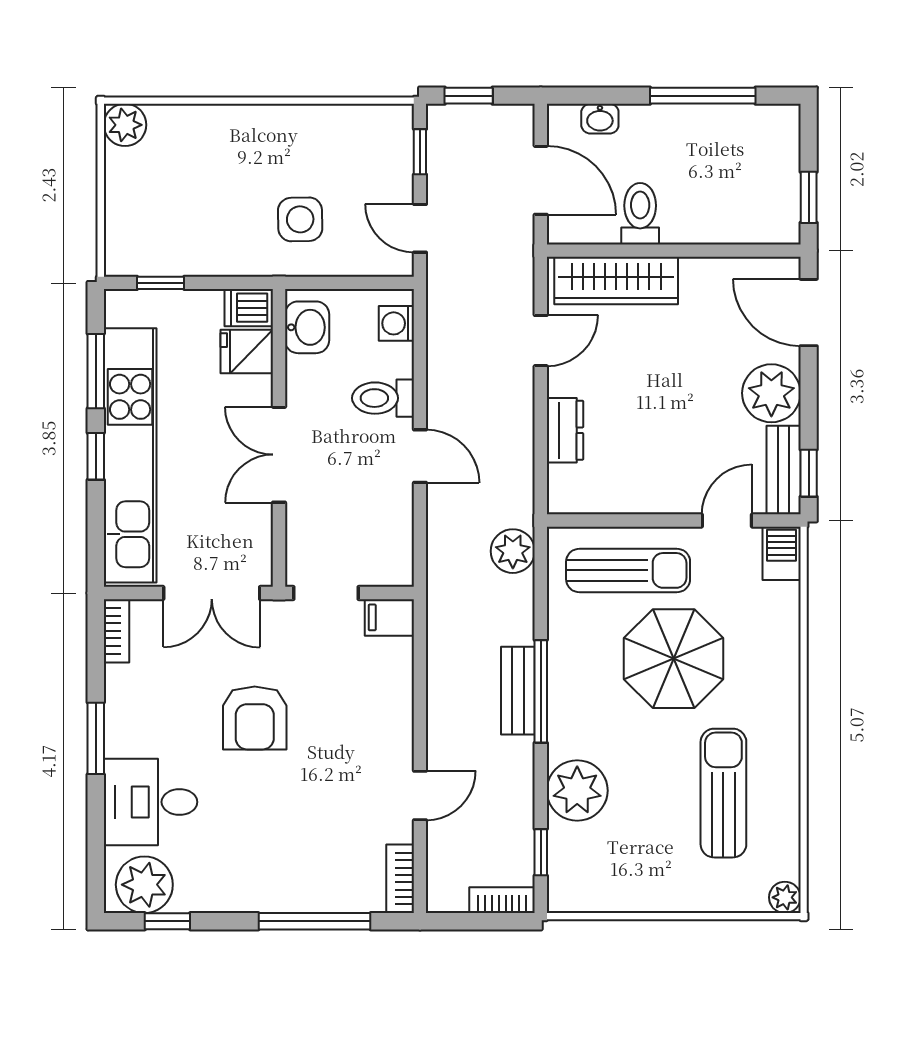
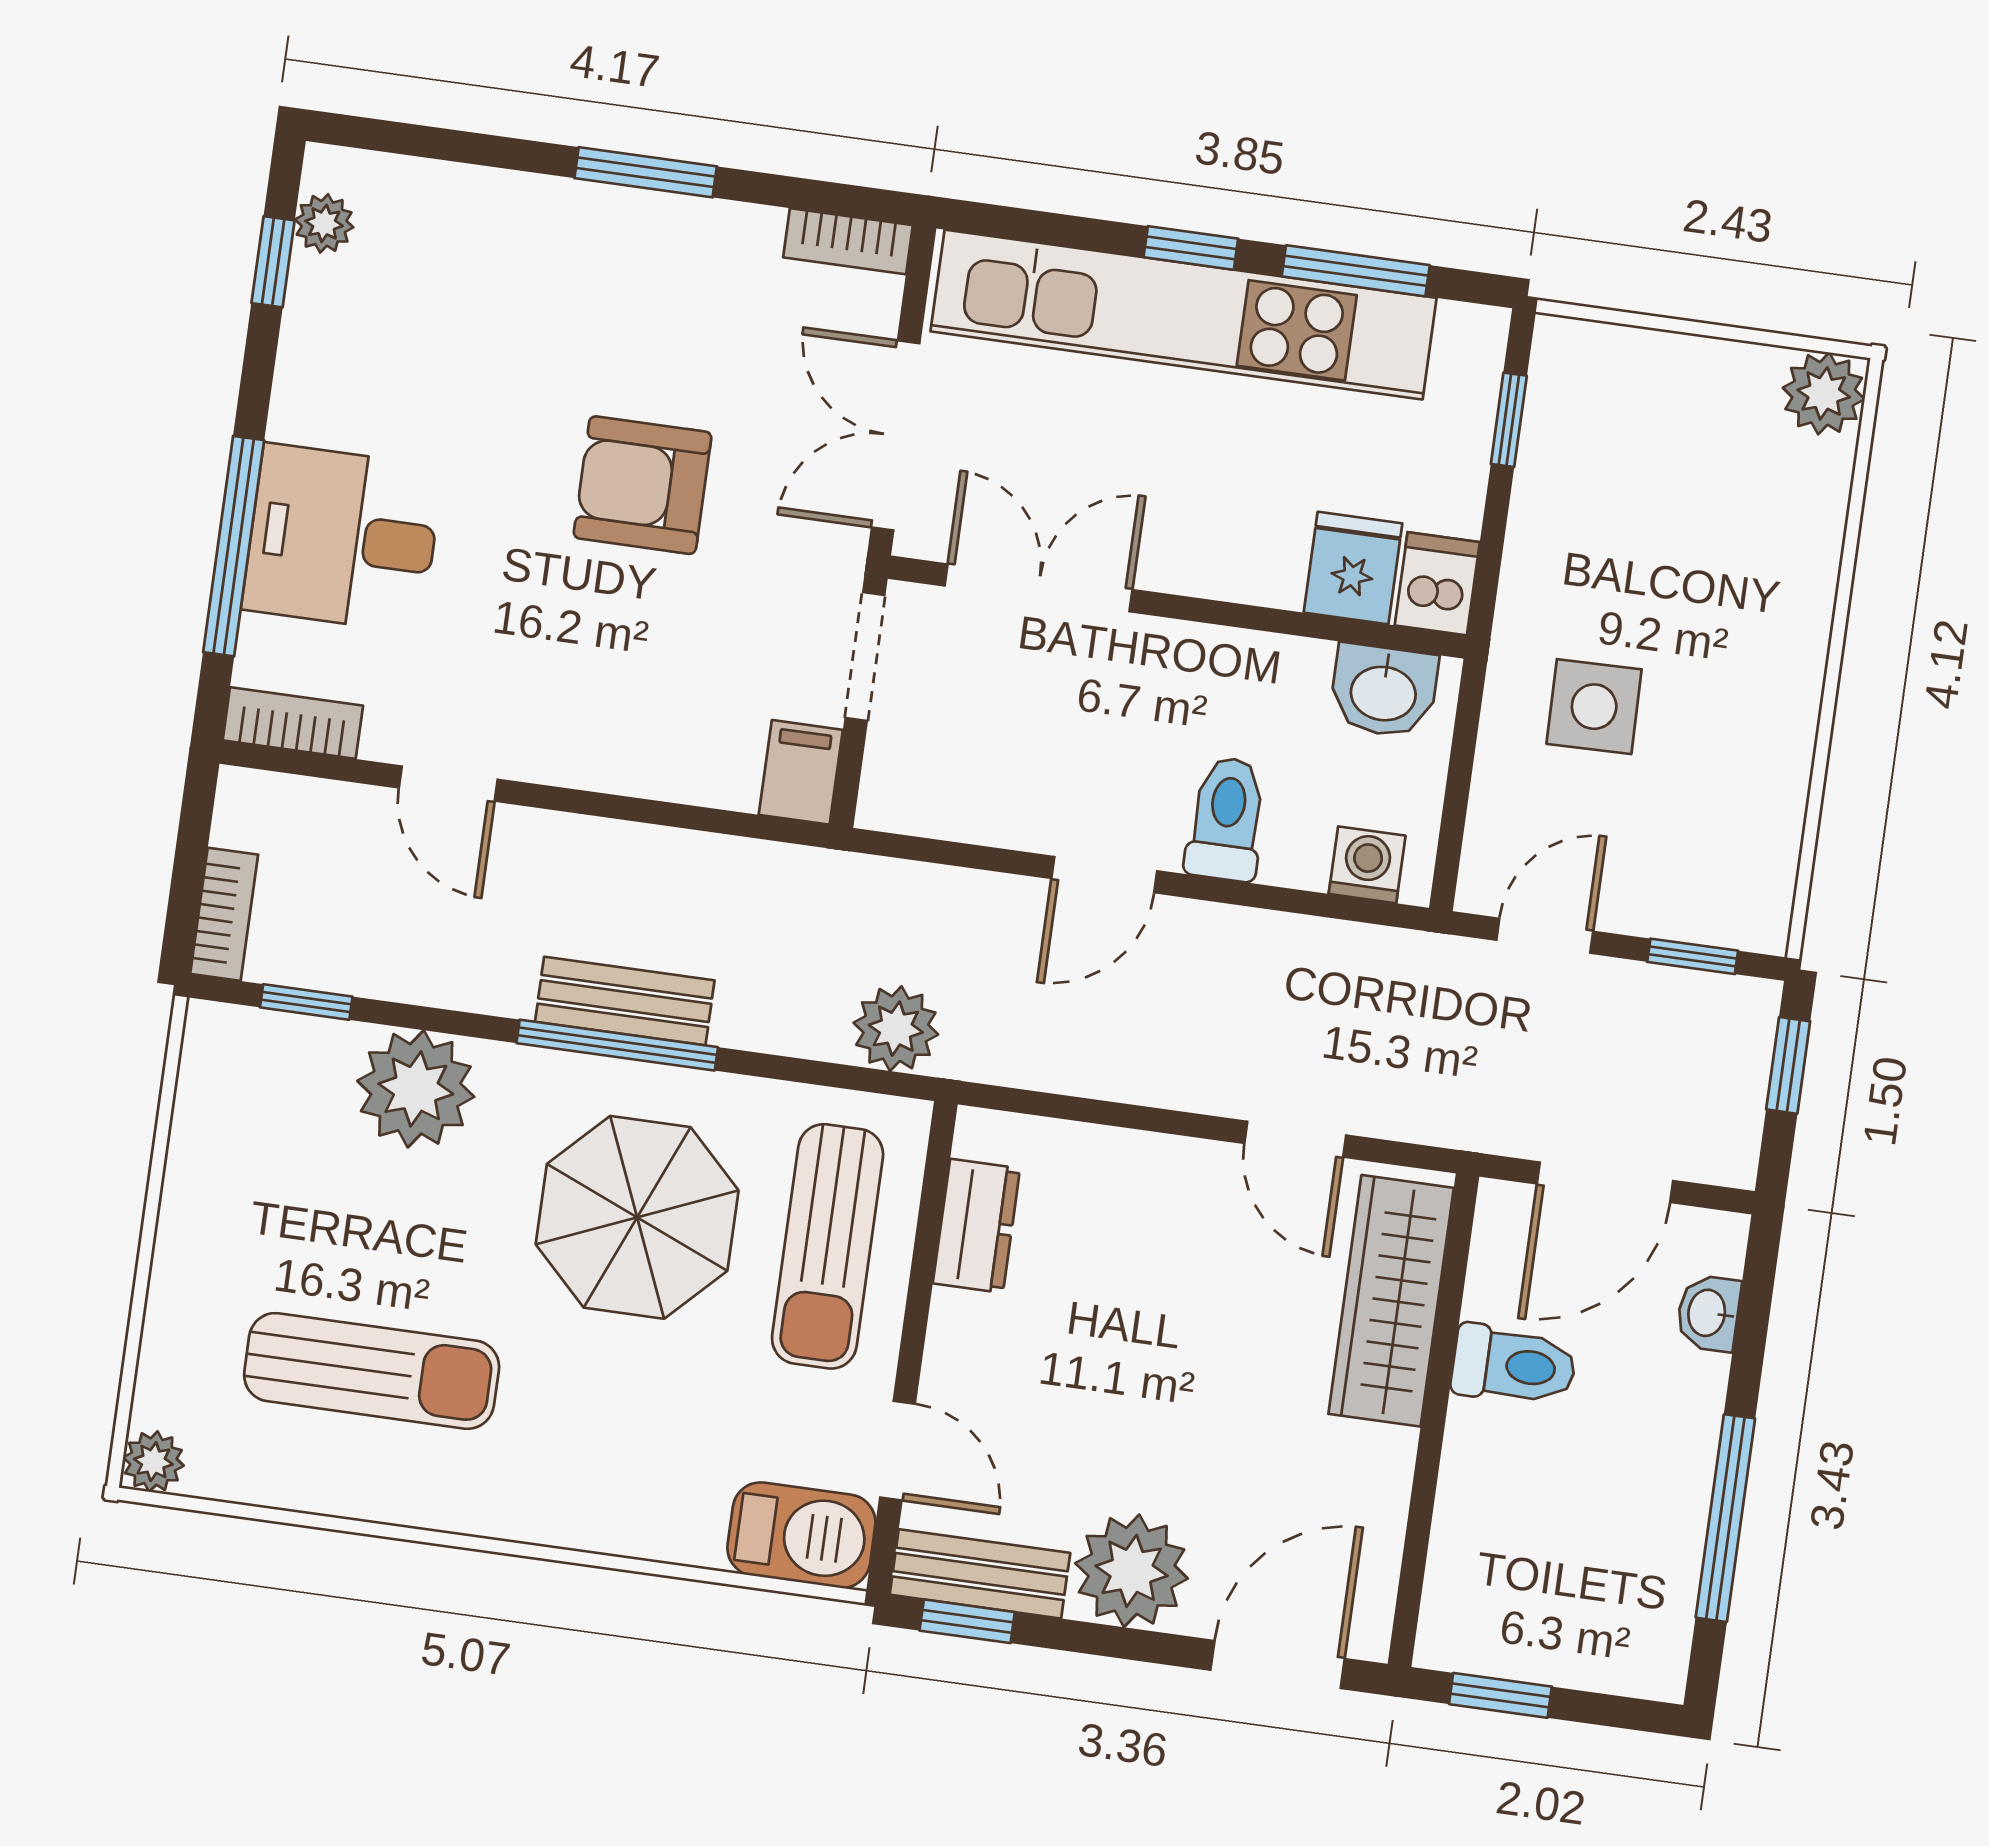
dresser: (565, 430) -> (976, 1226), moved, turned -90
double door: (279, 455) -> (1039, 588), moved
barbecue: (782, 553) -> (801, 1535), width x1.38, depth x1.27
parasol: (674, 659) -> (637, 1217), moved
desk: (150, 802) -> (343, 538), moved, turned -90
plant: (144, 885) -> (324, 223), width x0.53, depth x0.53

